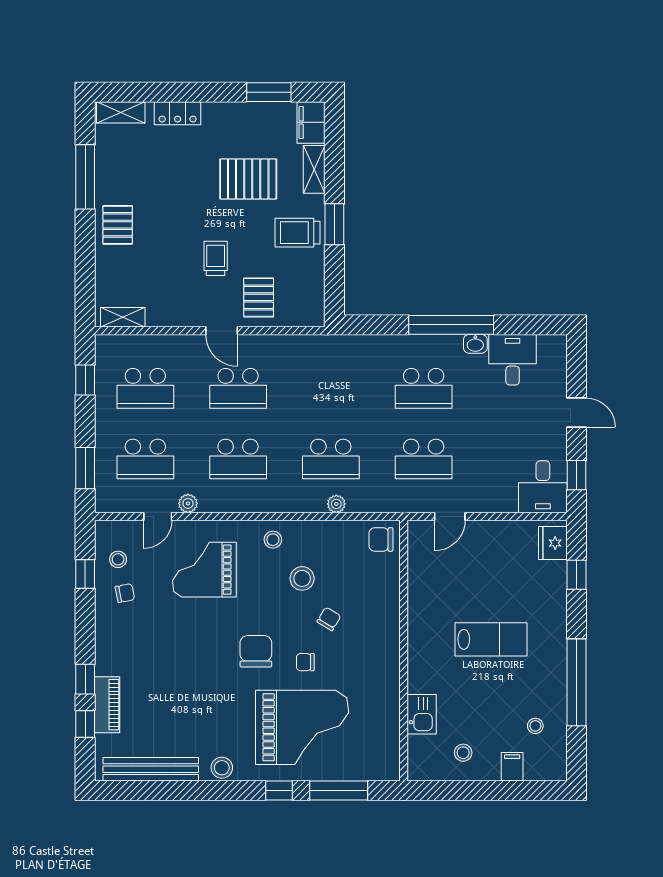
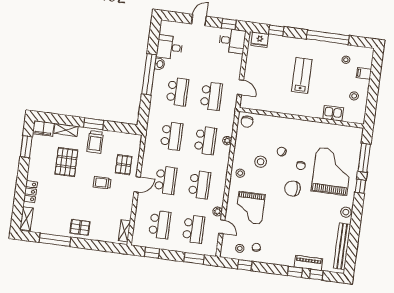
pallet: (259, 297) -> (124, 165), turned 90
school desk: (331, 388) -> (172, 136), added

